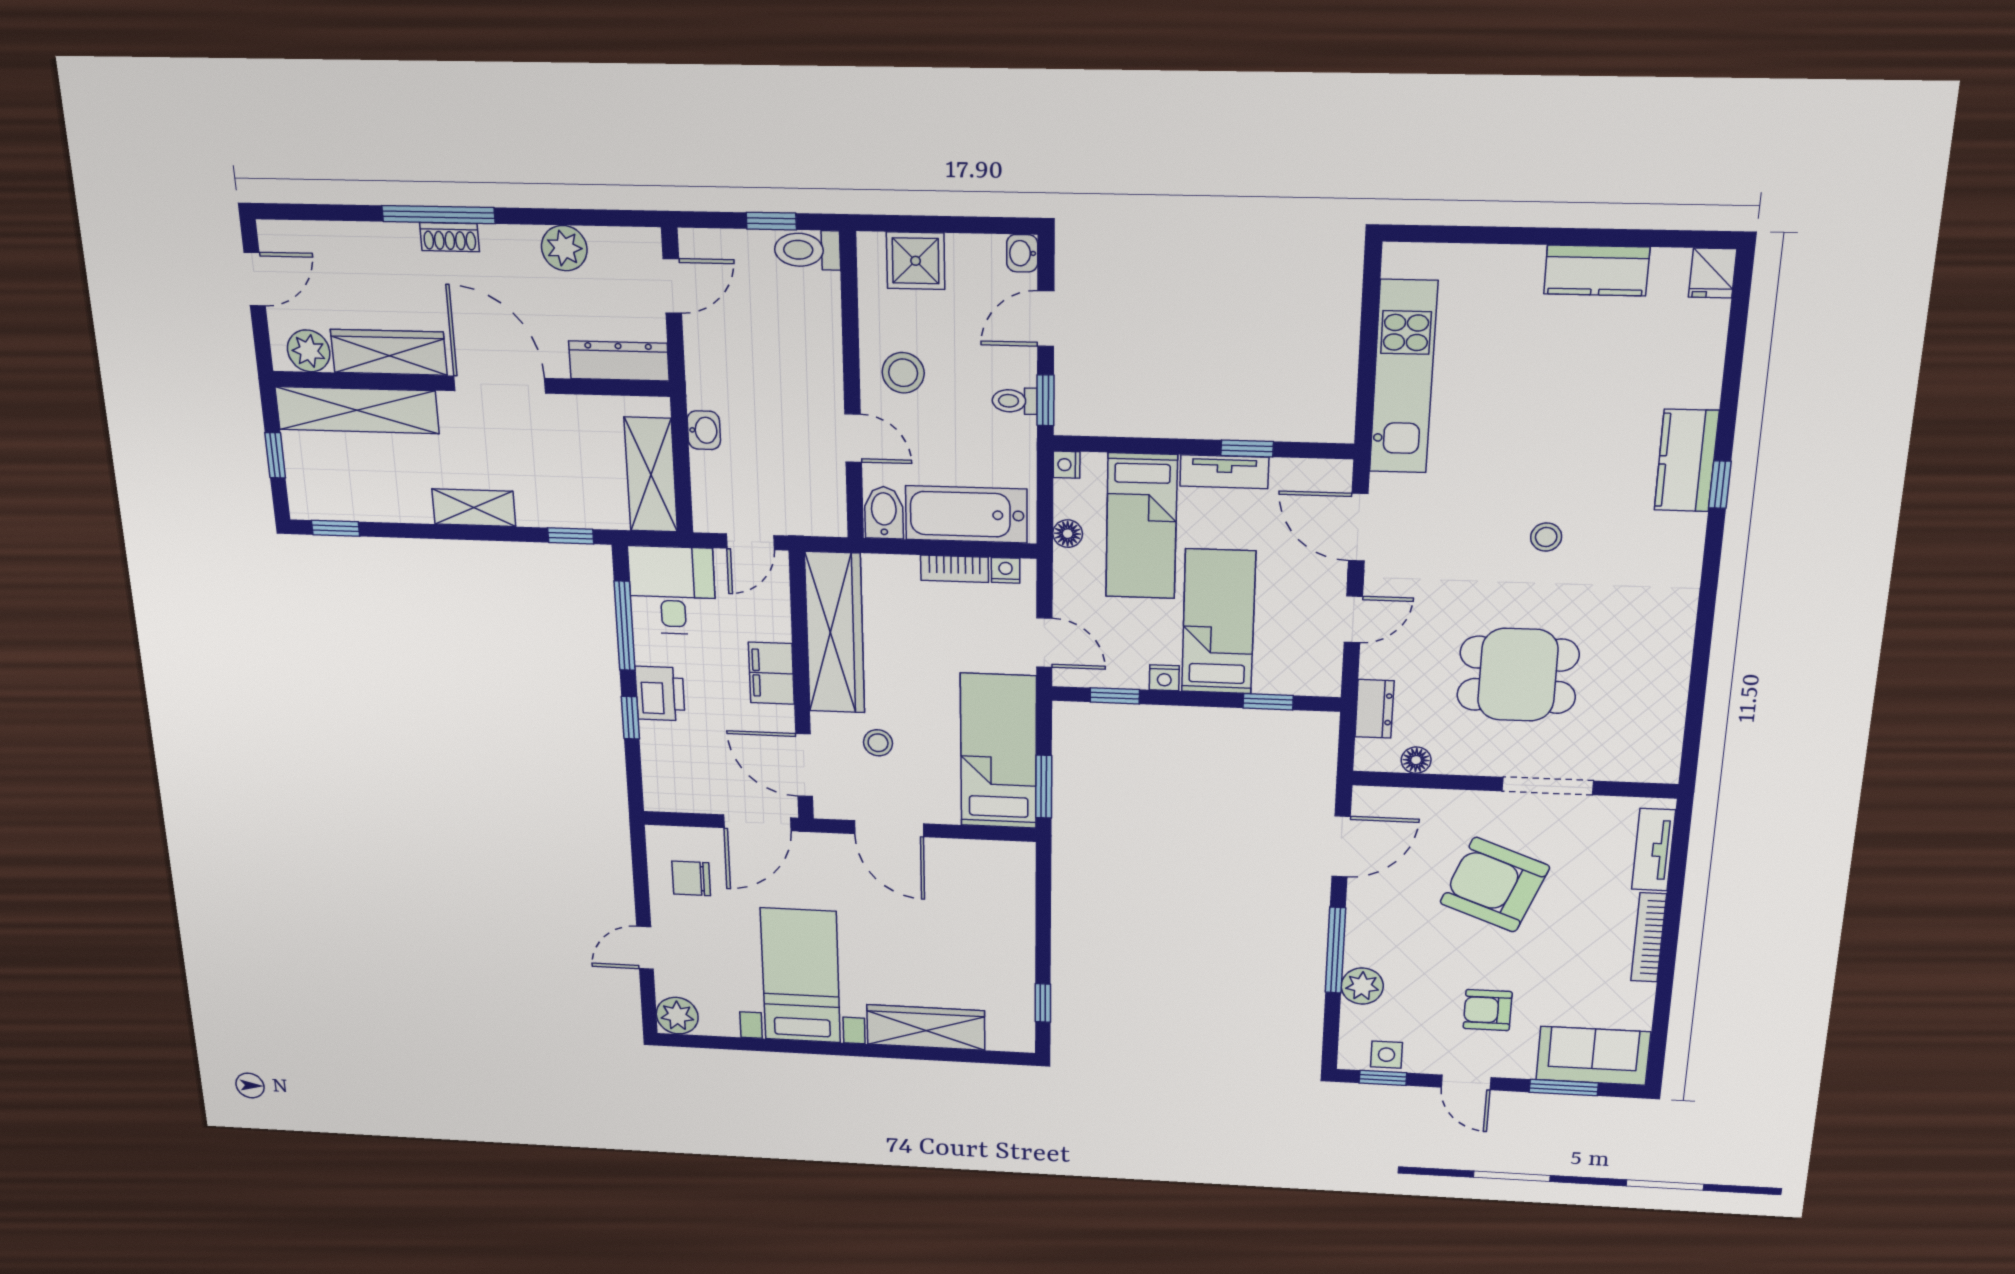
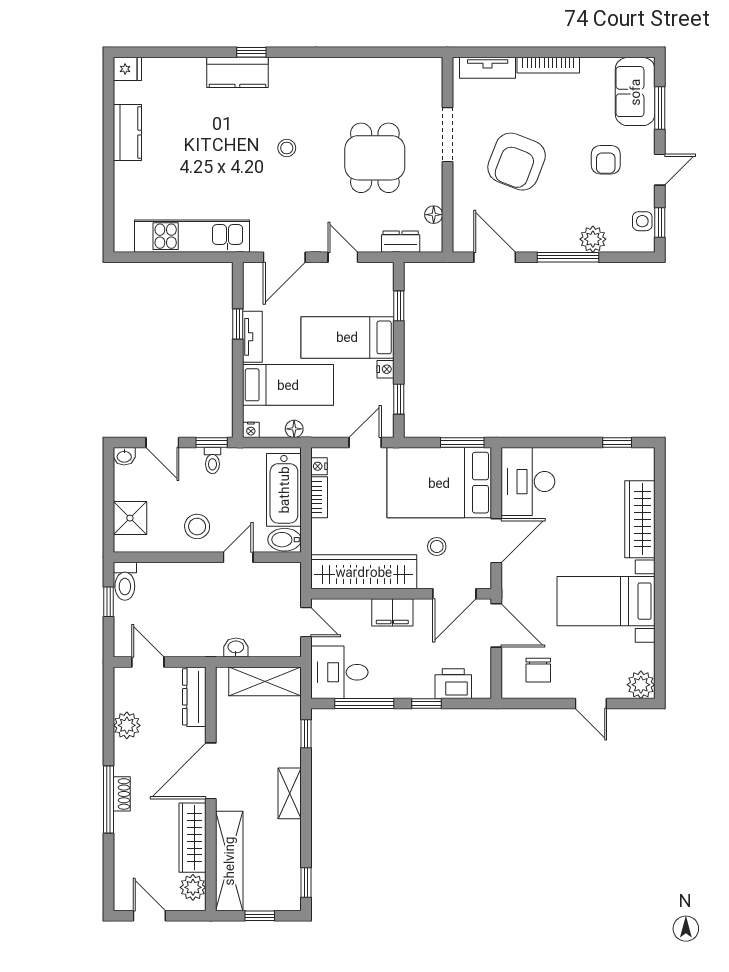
printer: (660, 693) -> (453, 684), moved
bed: (998, 751) -> (439, 483), width x1.50
desk: (982, 877) -> (528, 482), added

